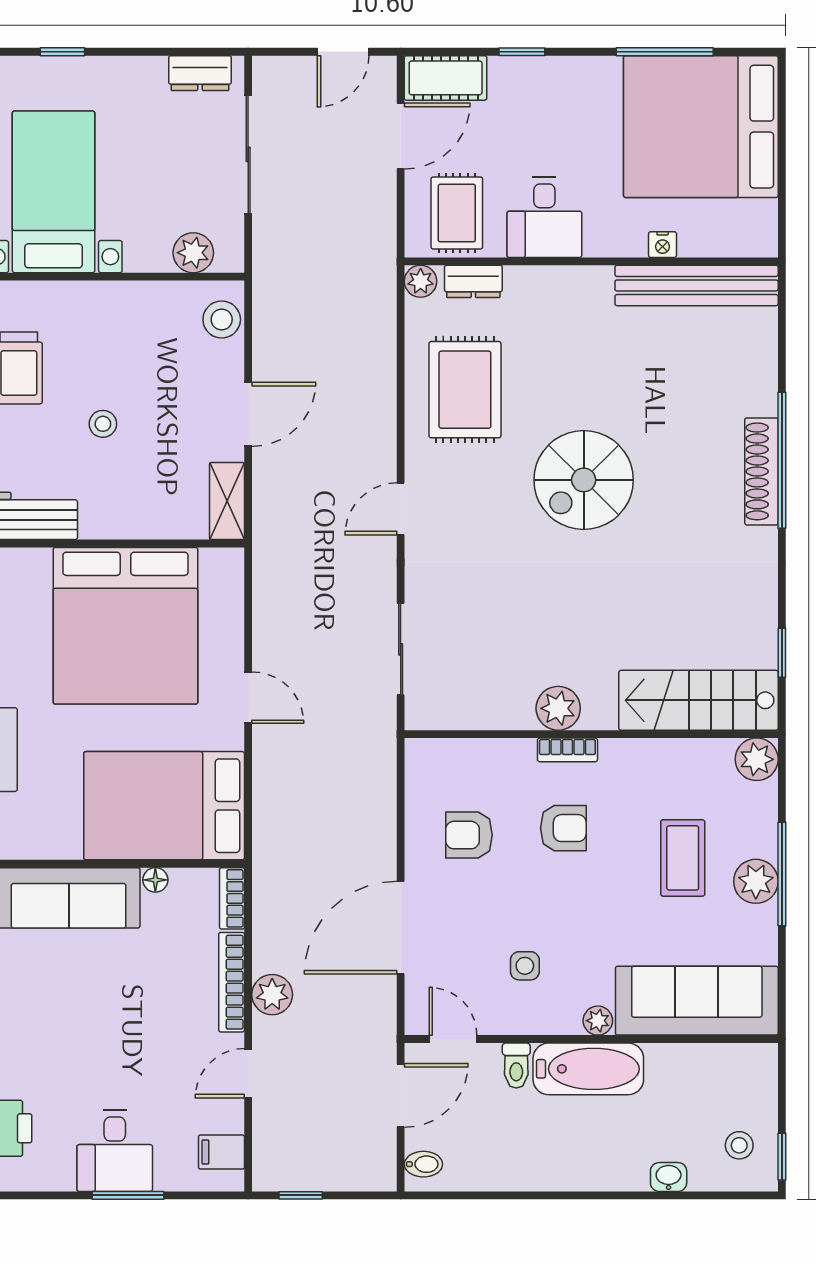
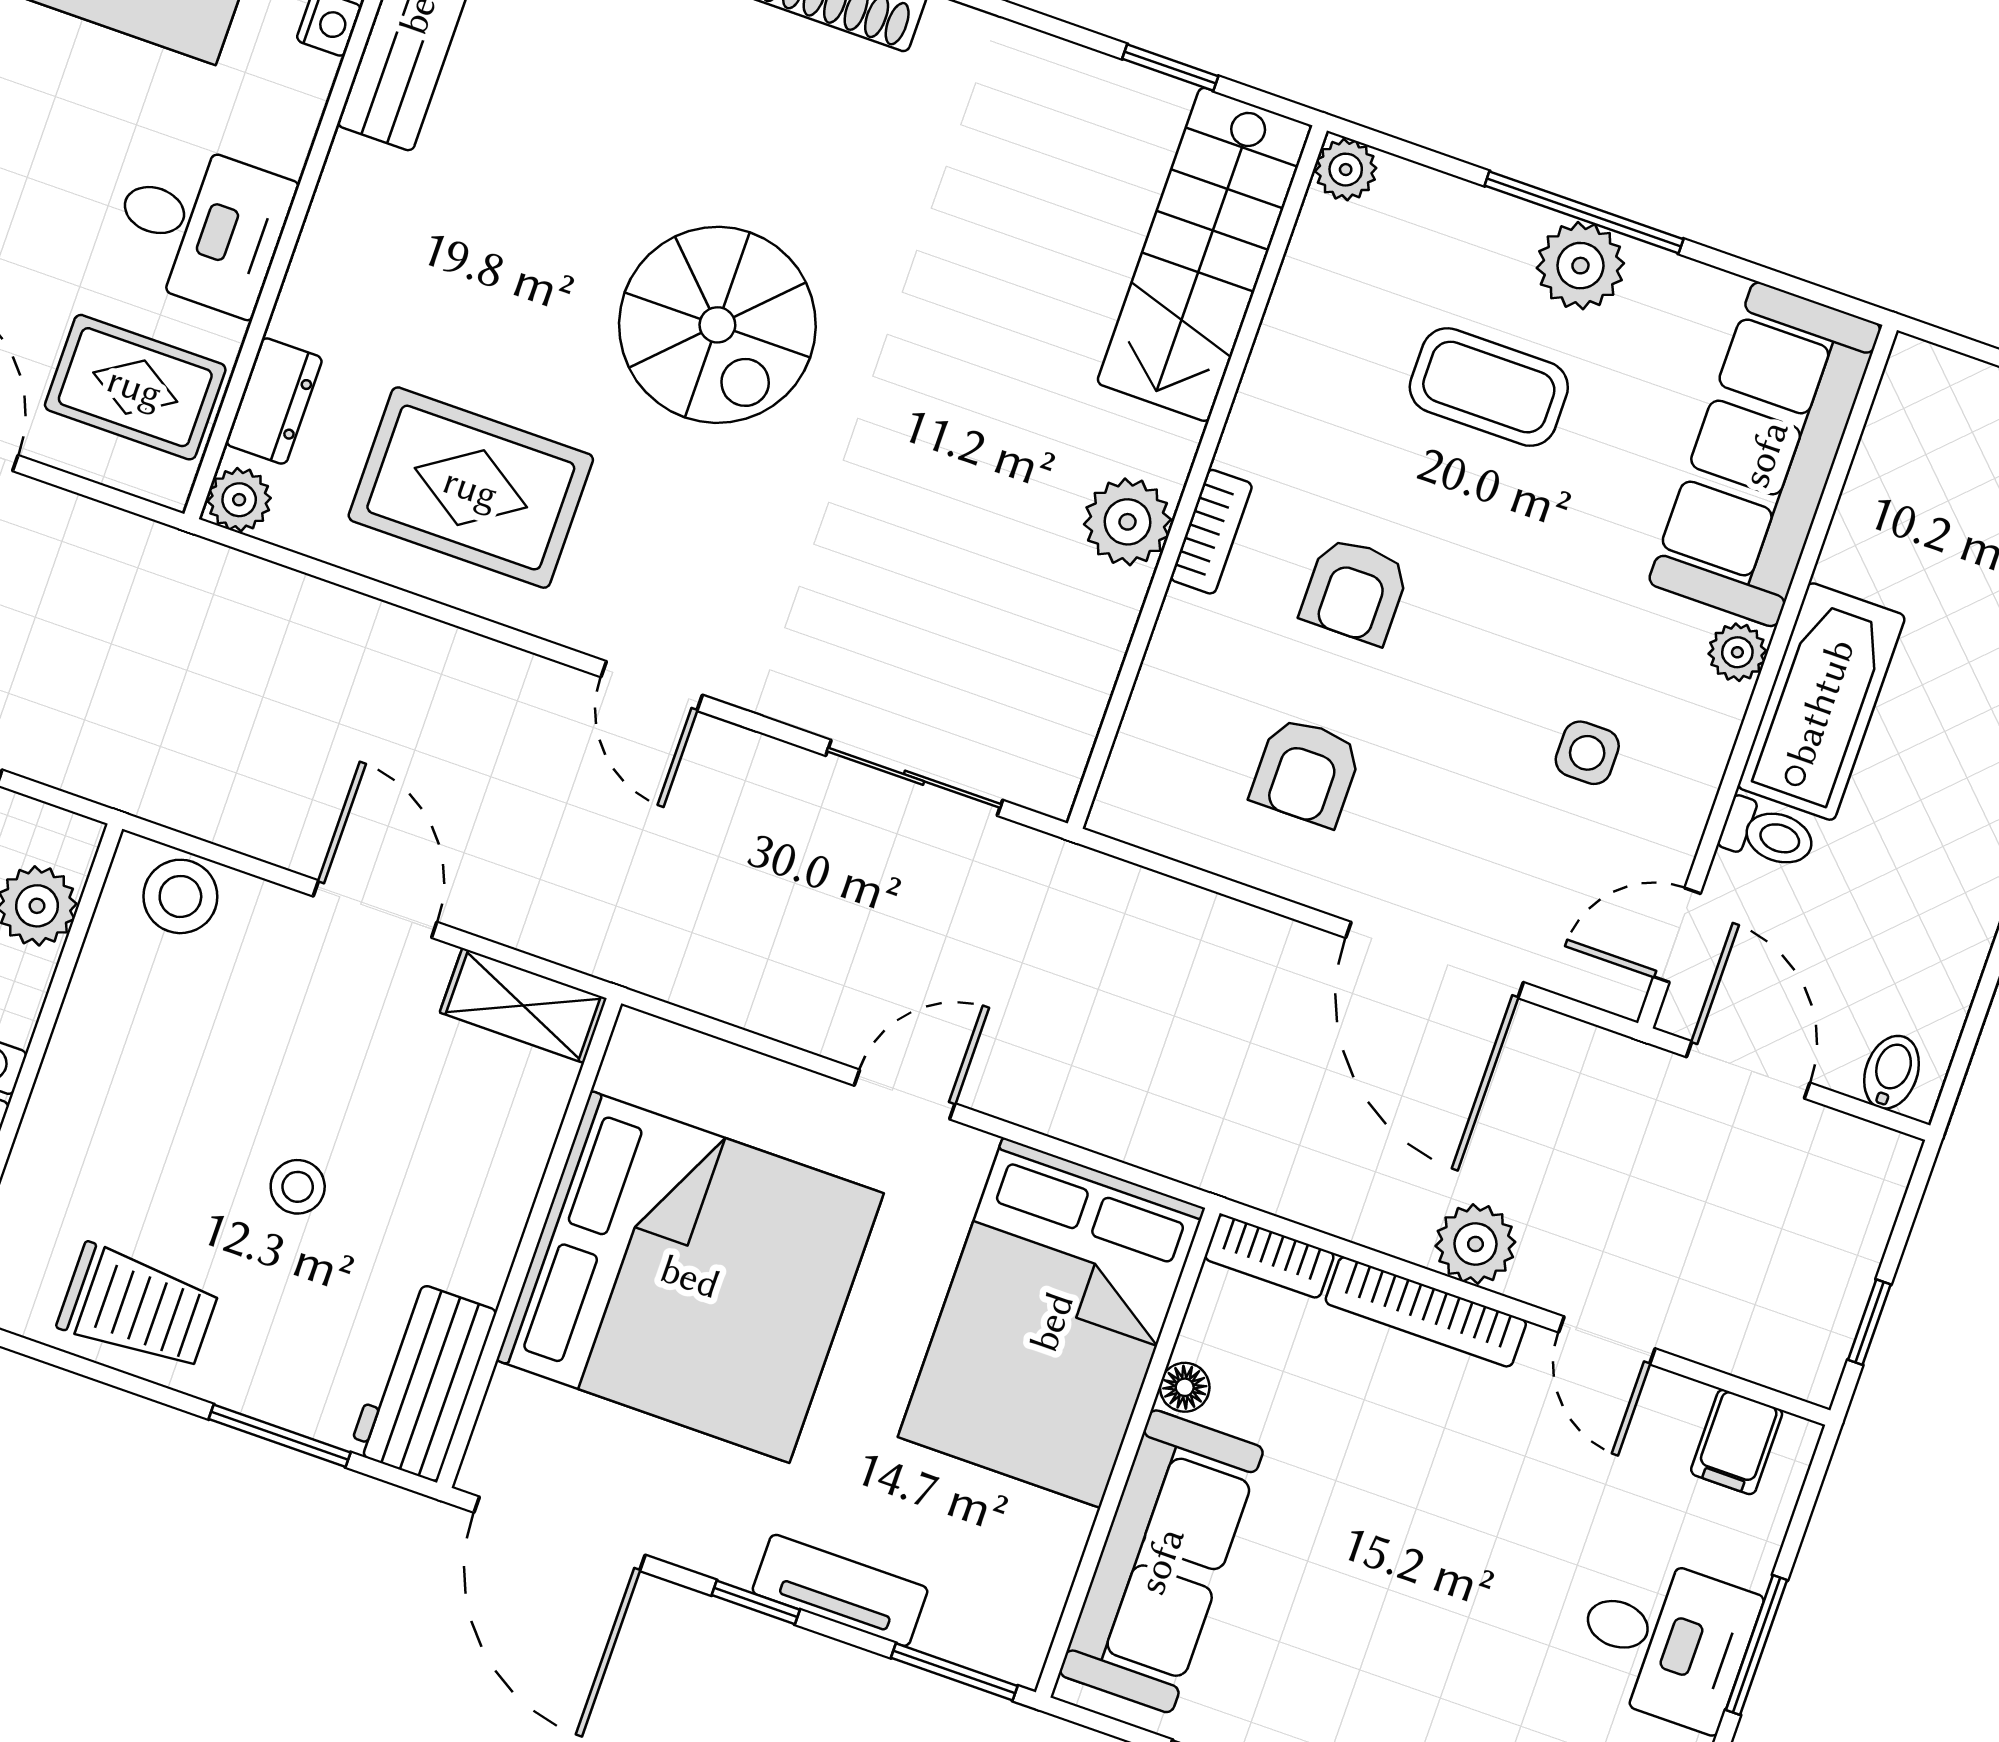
plant: (757, 759) -> (1346, 170), width x0.73, depth x0.73
armchair: (563, 828) -> (1355, 591), turned 180

